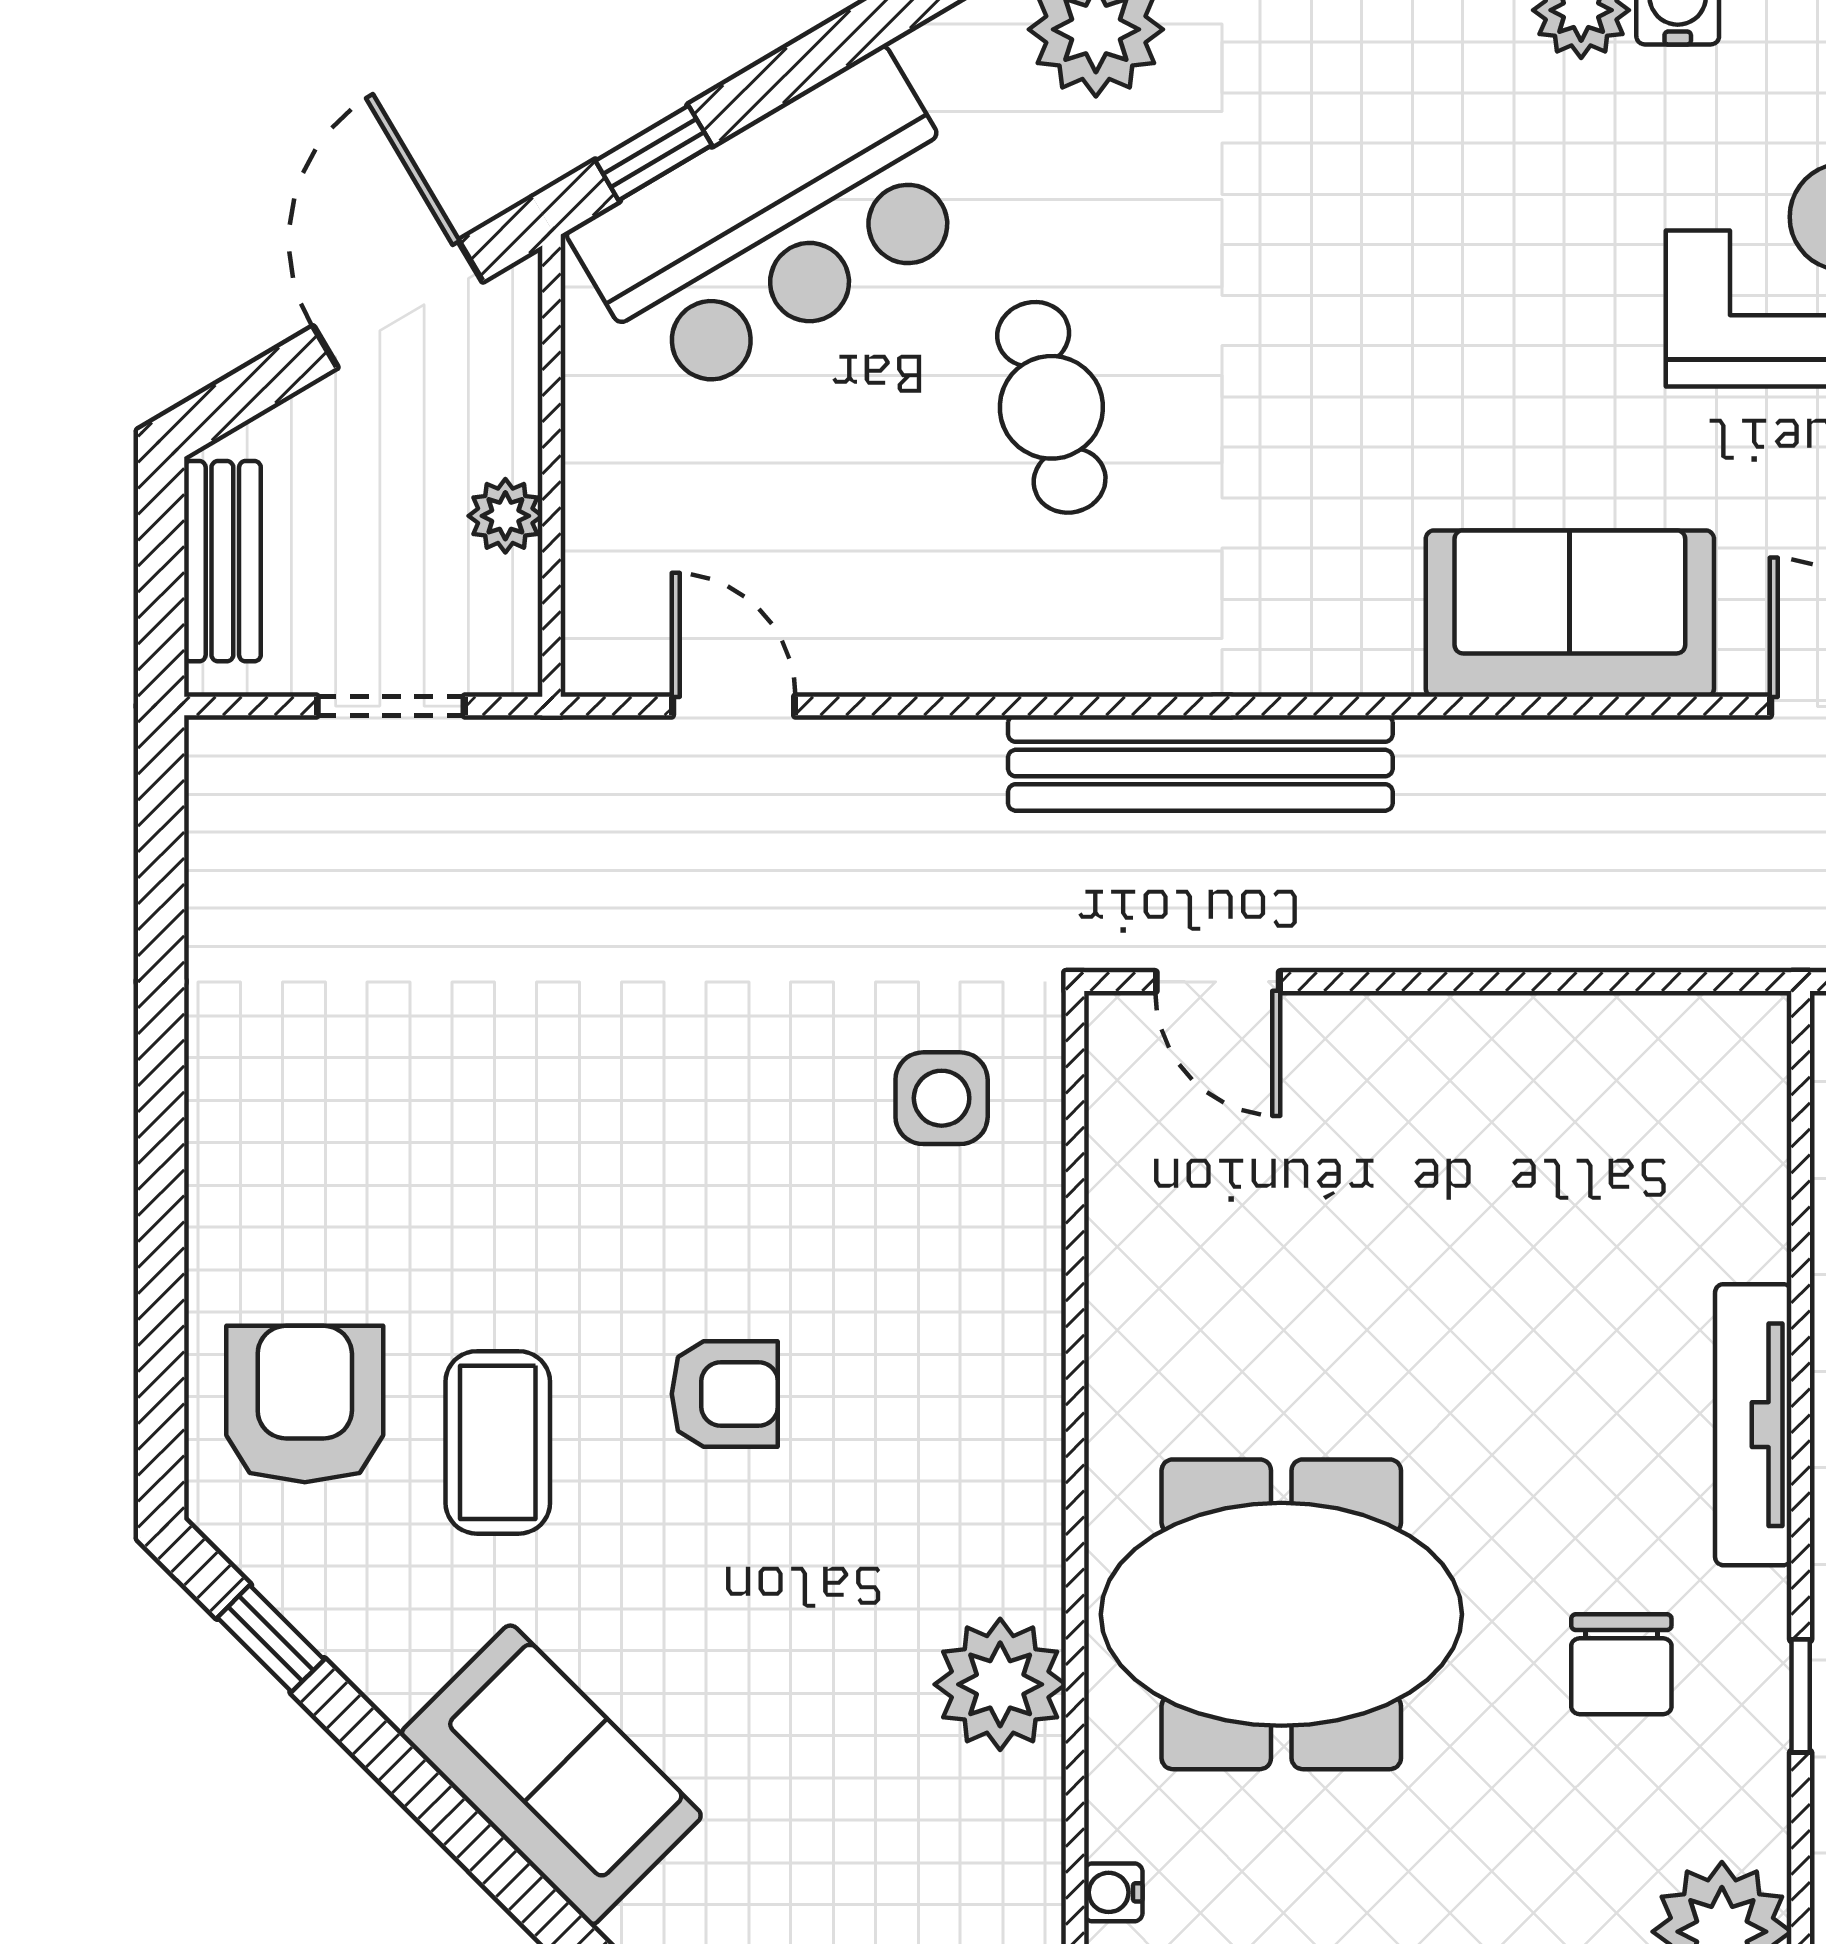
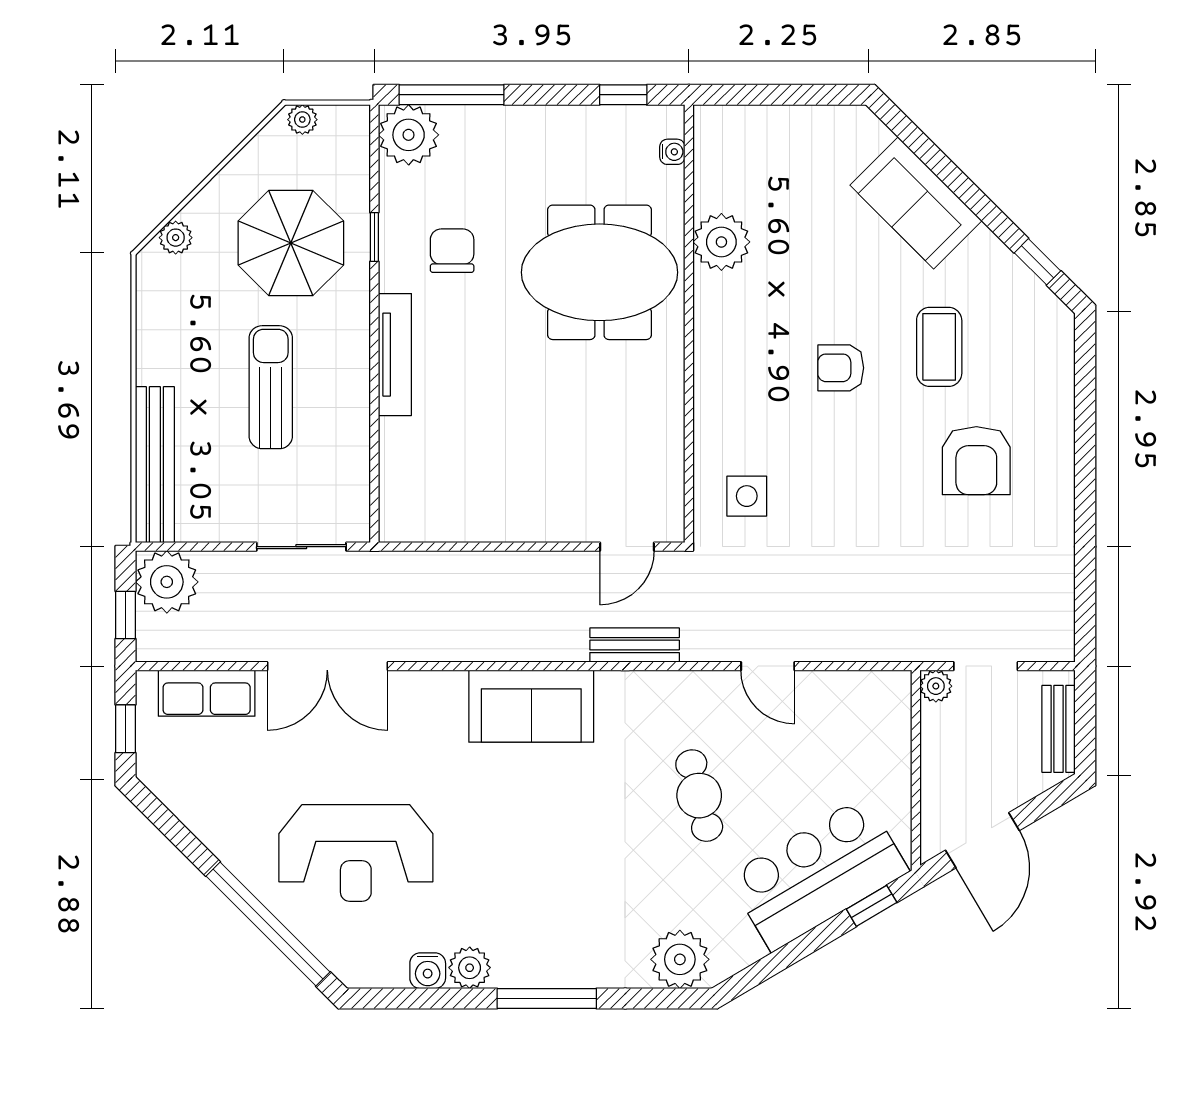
plant: (505, 516) -> (936, 686), moved
sofa: (1570, 614) -> (531, 706), moved
door: (734, 706) -> (768, 666), moved
bench: (1200, 763) -> (635, 645), width x0.54, depth x0.82
door: (1218, 982) -> (627, 547), swing flipped
armchair: (305, 1404) -> (976, 461), moved

